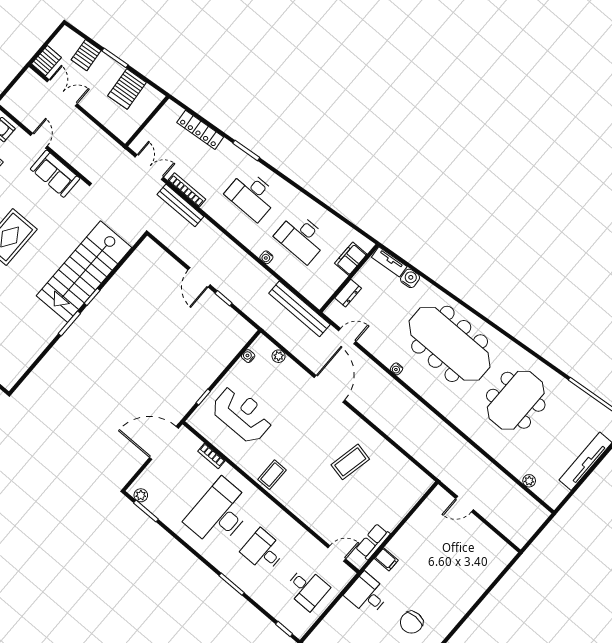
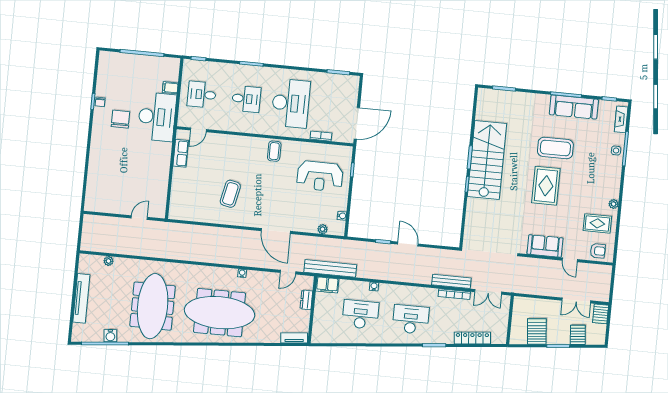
filing cabinet: (351, 259) -> (327, 285), moved, turned 90
stairs: (84, 272) -> (487, 160), moved
water cooler: (410, 278) -> (110, 336), moved
meeting table: (516, 400) -> (153, 306), width x1.36
plant: (141, 495) -> (348, 80), removed
filing cabinet: (386, 559) -> (170, 88), moved
desk: (367, 594) -> (157, 117), width x1.87, depth x1.30

